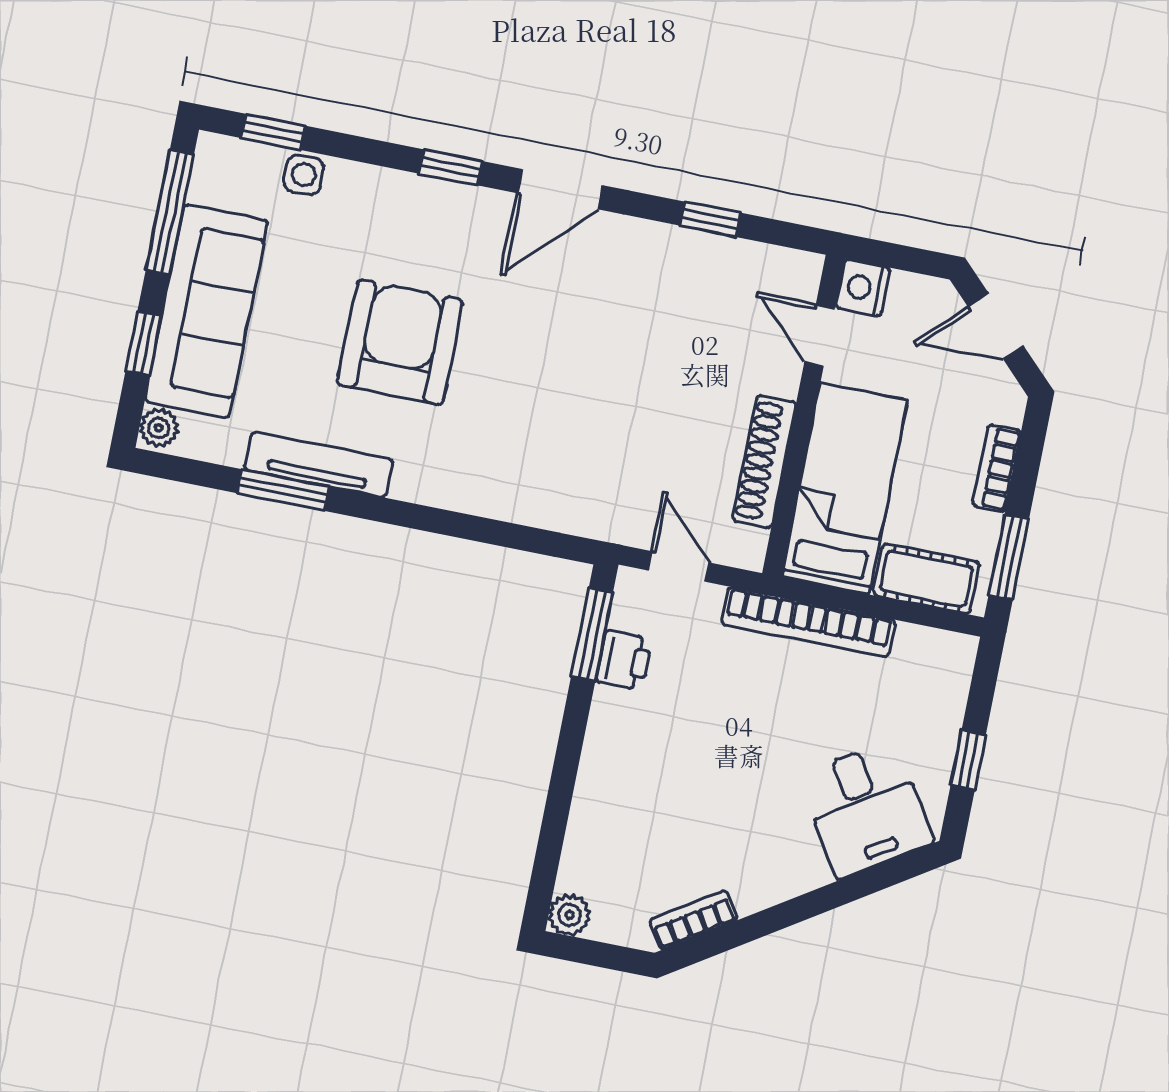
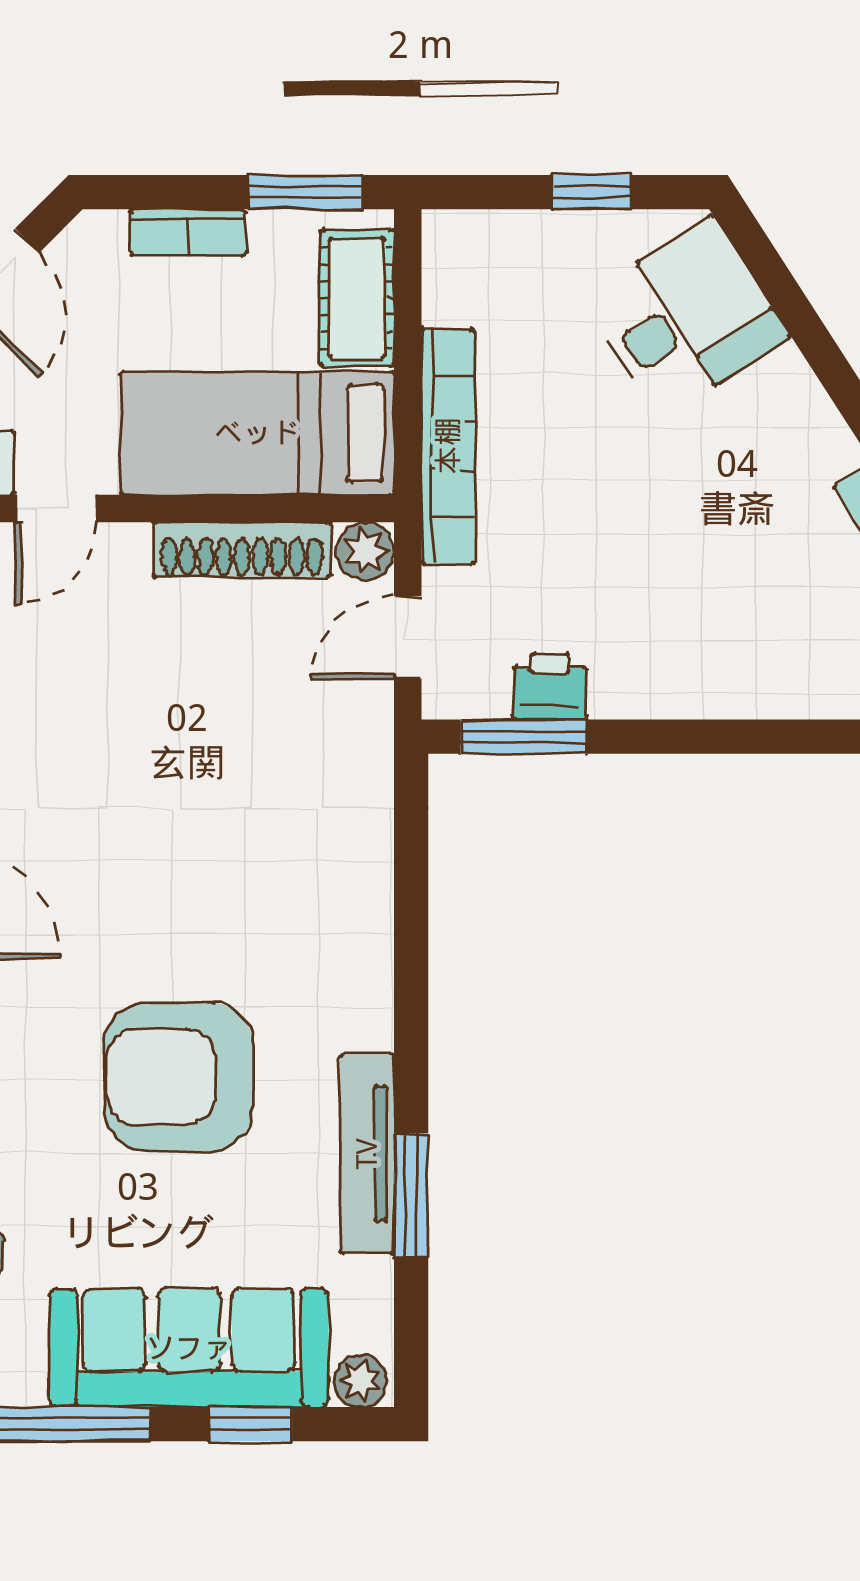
plant: (746, 549) -> (365, 551), added

